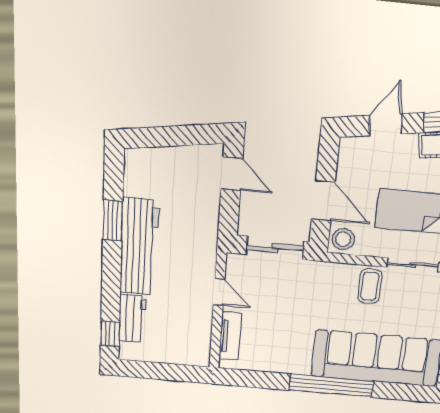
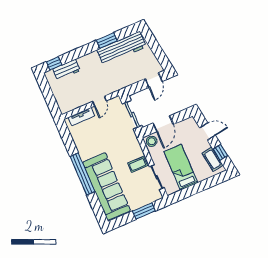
workbench: (139, 247) -> (122, 48), moved

